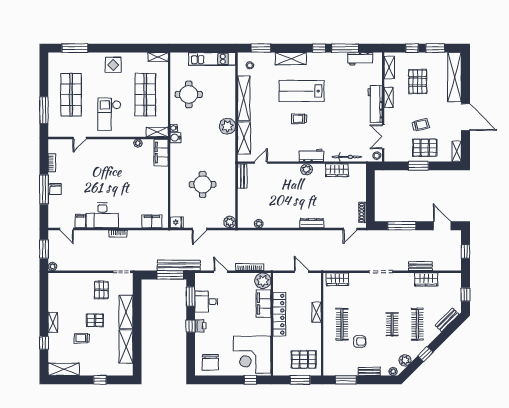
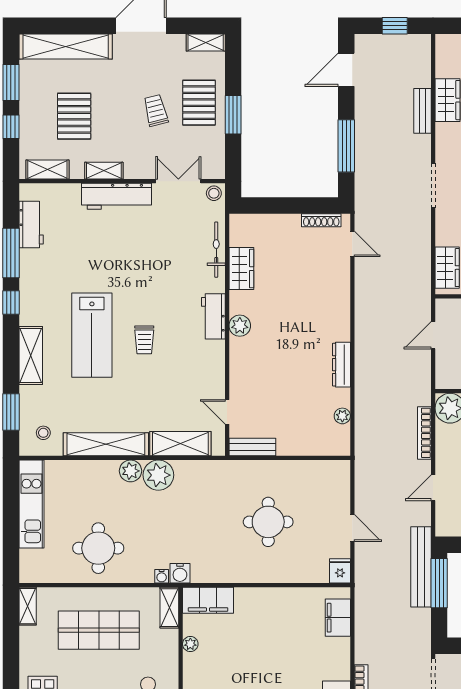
pallet: (418, 82) -> (74, 116), turned 90
double door: (383, 137) -> (178, 181), swing flipped
plant: (230, 222) -> (131, 471), moved
dresser: (312, 223) -> (341, 365), moved

